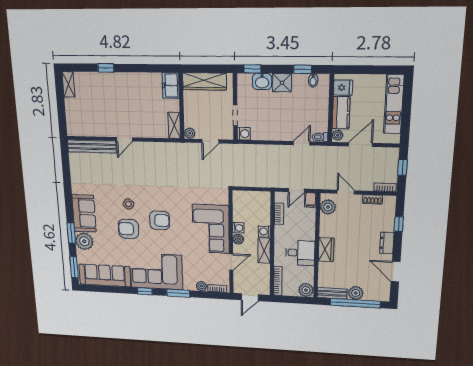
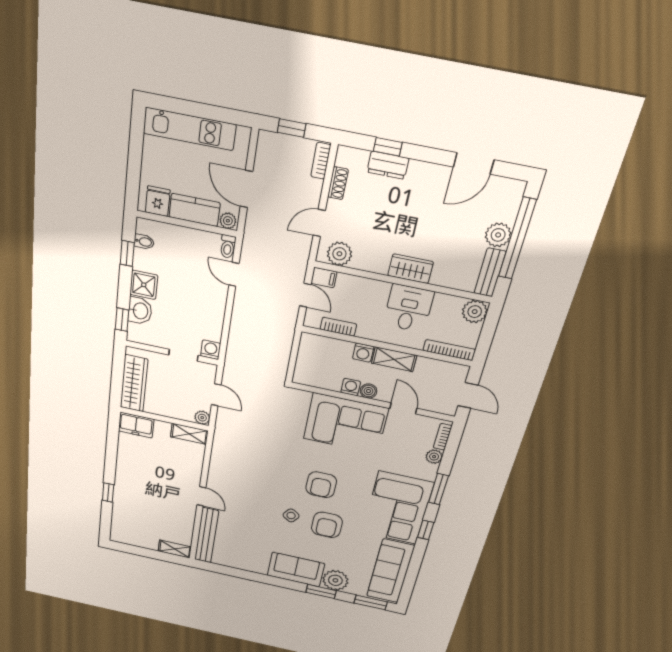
shelving: (68, 85) -> (175, 549), moved
armchair: (160, 220) -> (321, 485), turned 180
dresser: (387, 243) -> (388, 165), moved

